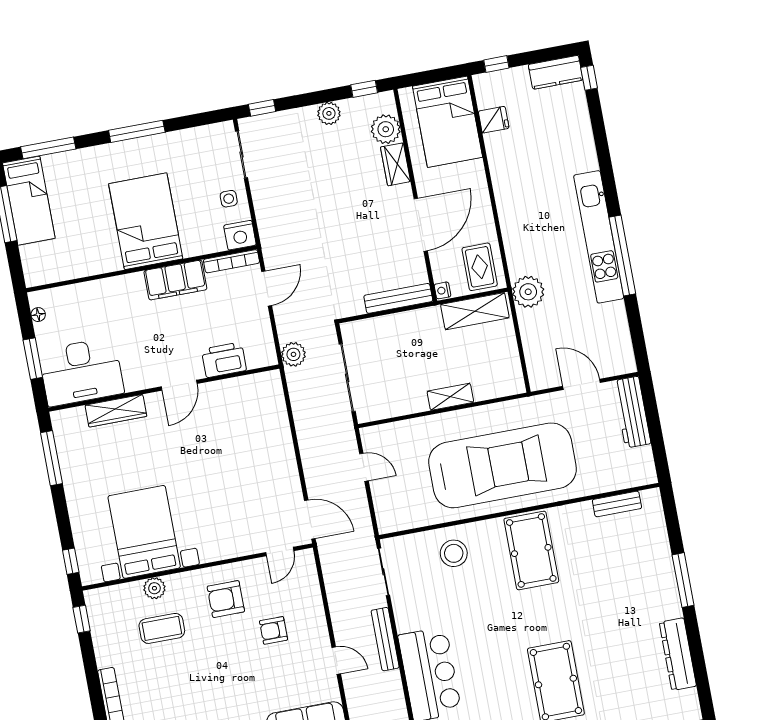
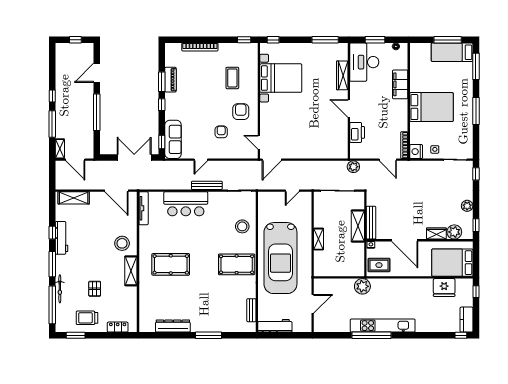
fridge: (494, 120) -> (444, 287), width x1.88, depth x1.34
filing cabinet: (175, 280) -> (400, 84), moved
shelving: (475, 311) -> (358, 226), moved
workbench: (632, 412) -> (275, 326), moved
plant: (154, 588) -> (252, 78), removed

